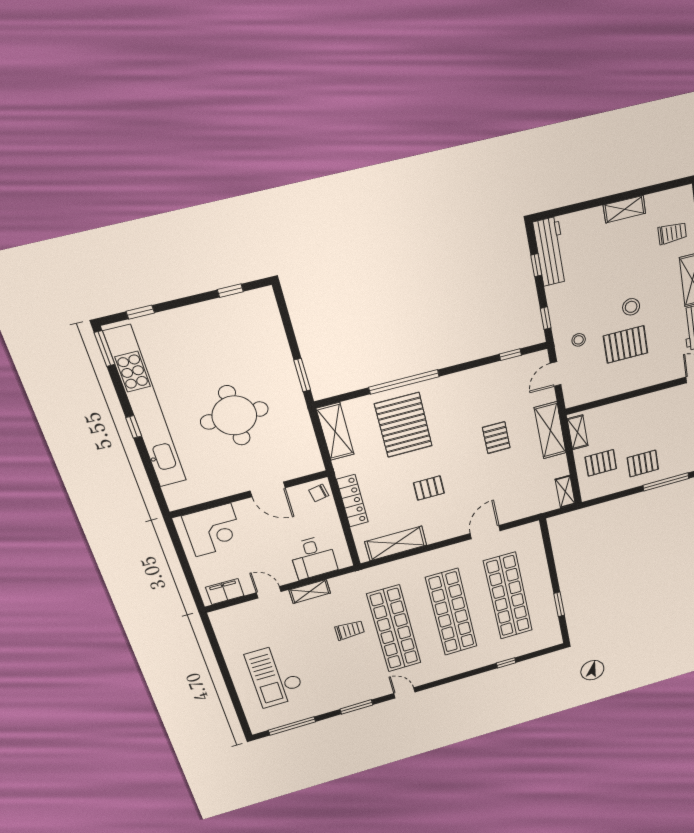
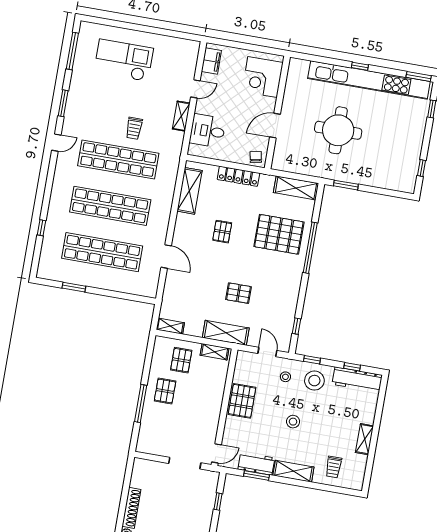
stool: (571, 304) -> (314, 381), added
pallet: (626, 344) -> (242, 401), moved

